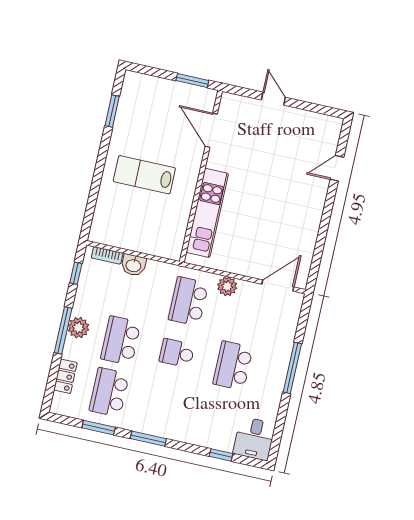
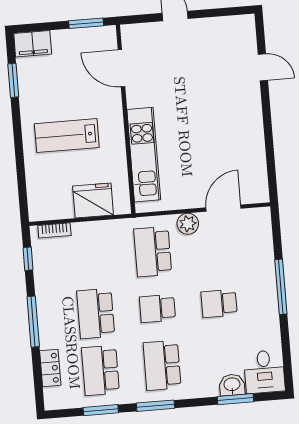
filing cabinet: (139, 84) -> (33, 44), added
door: (337, 168) -> (263, 67), swing flipped
fridge: (150, 240) -> (93, 201), added
washbasin: (134, 265) -> (232, 385), moved, turned 180
door: (278, 286) -> (223, 208), moved
plant: (78, 328) -> (48, 314), removed
school desk: (233, 366) -> (219, 303), width x0.54
school desk: (165, 405) -> (162, 365), added
window: (221, 455) -> (235, 399), width x1.50

